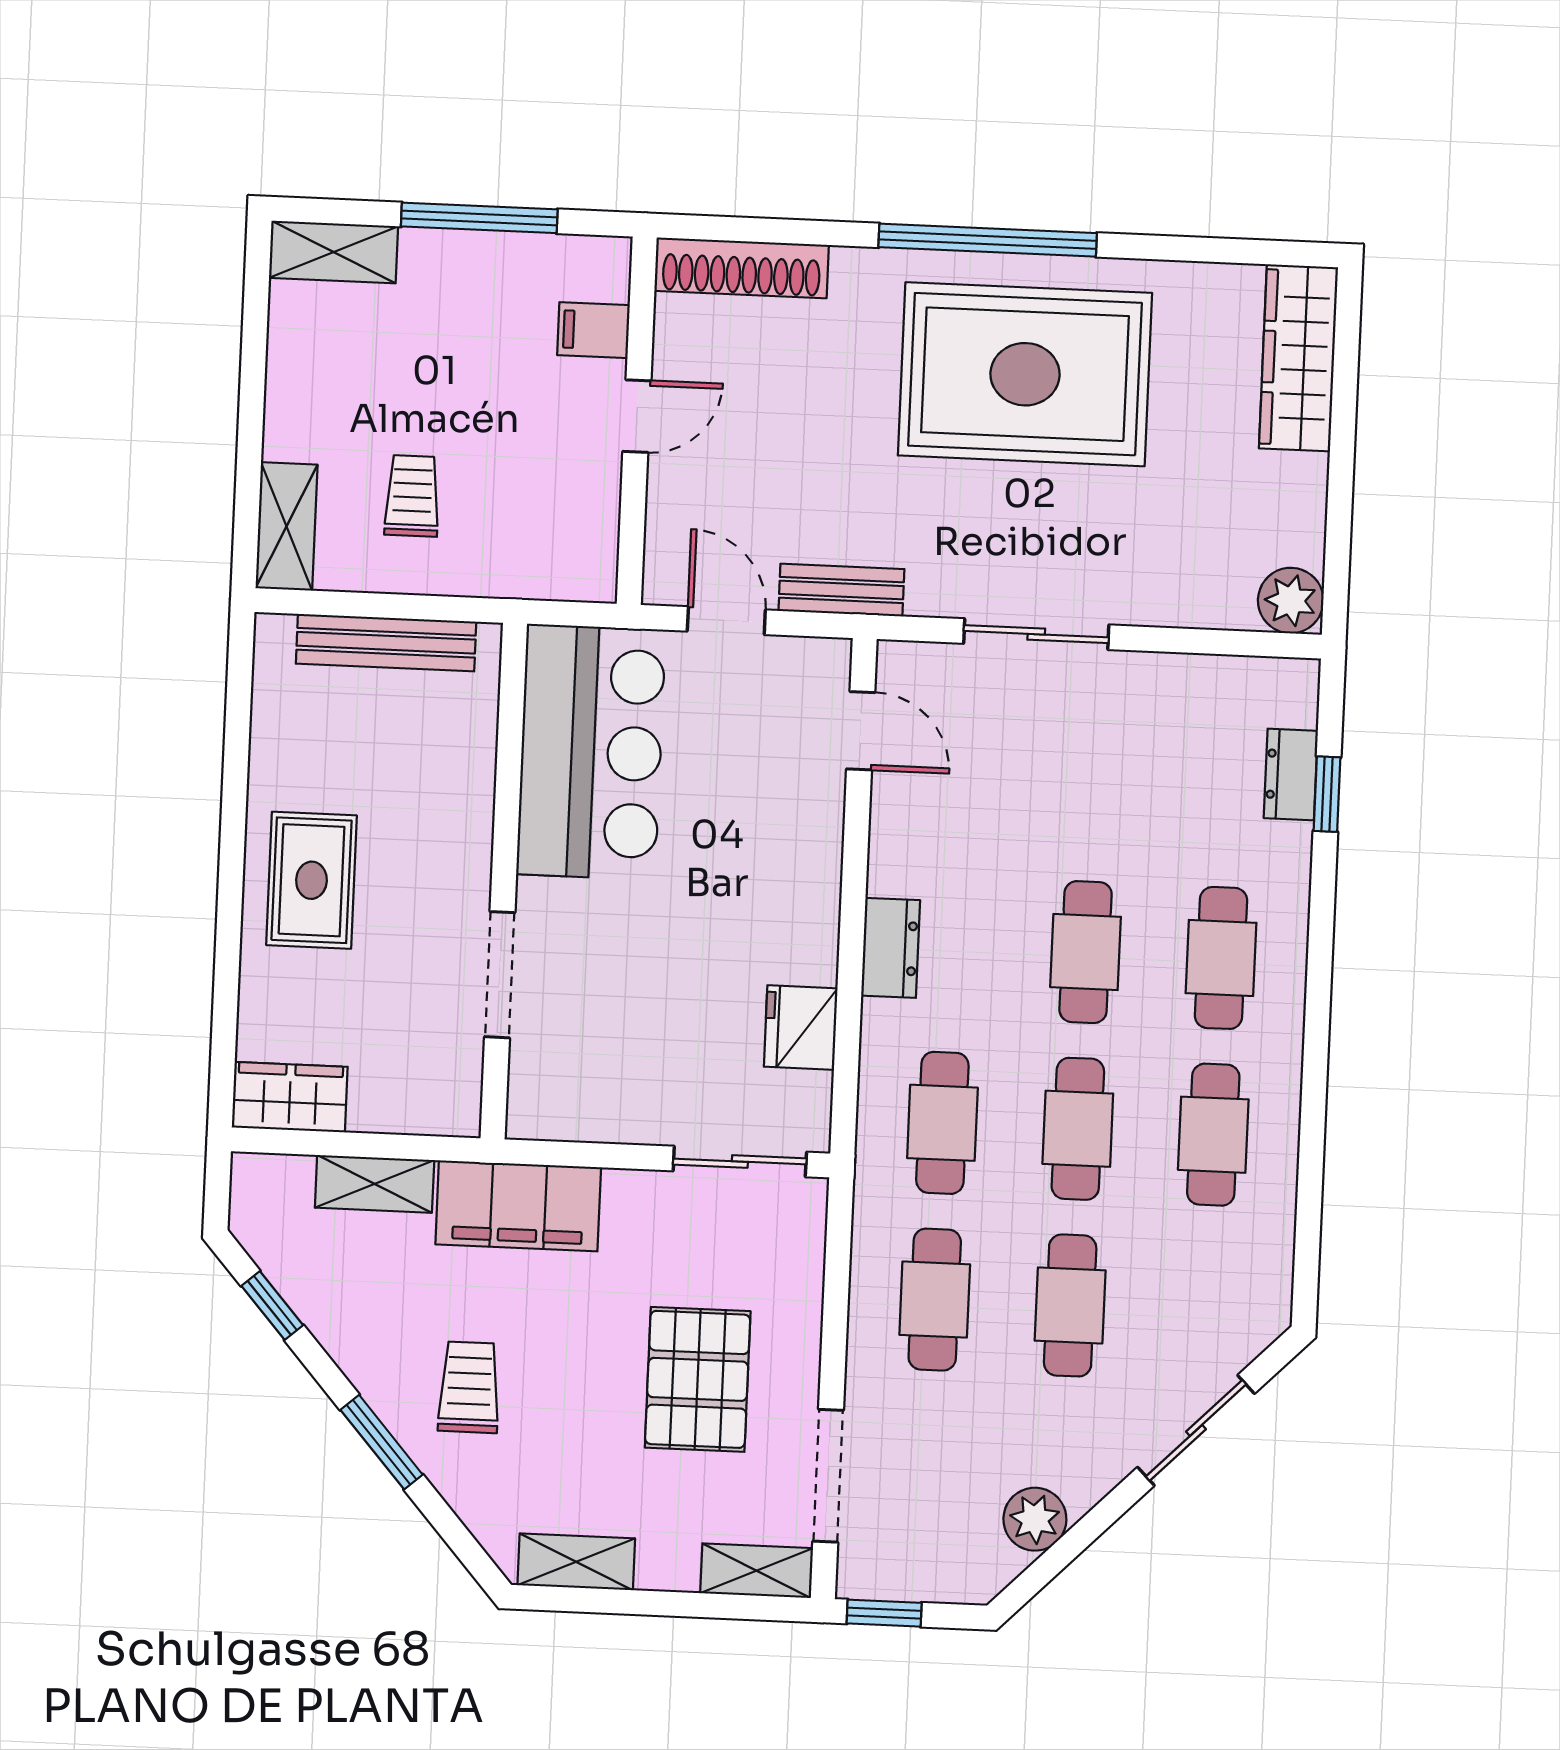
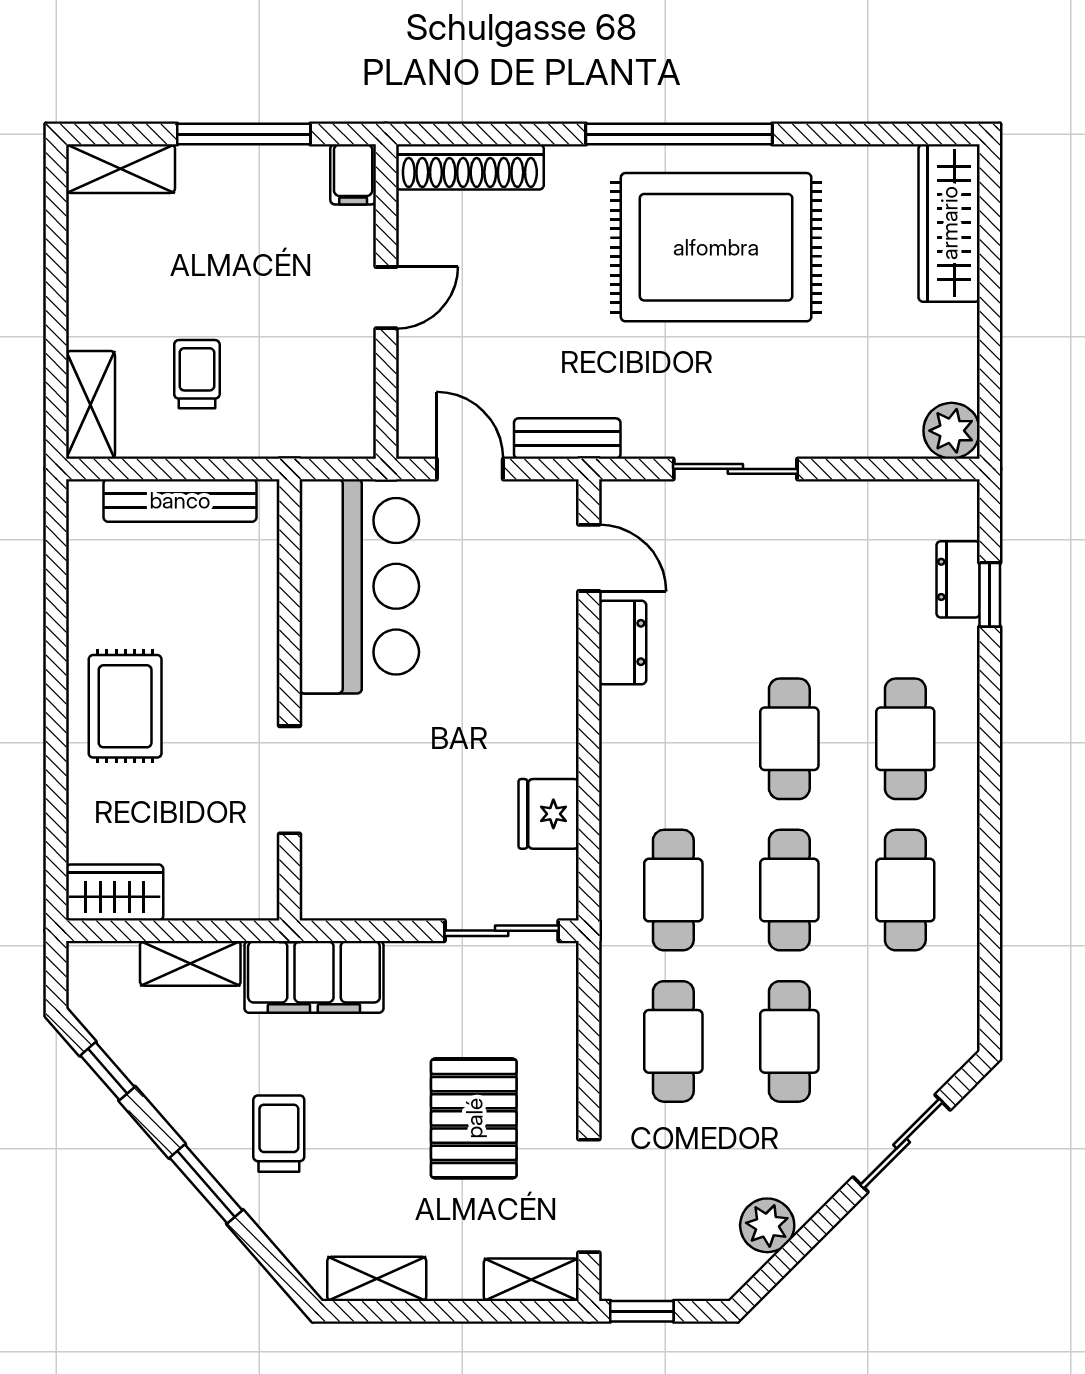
filing cabinet: (593, 330) -> (353, 174), moved, turned -90
dresser: (891, 948) -> (623, 643), moved

